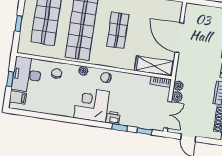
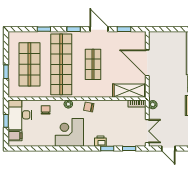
plant: (177, 97) -> (153, 114), removed
corner desk: (91, 105) -> (69, 132), moved

